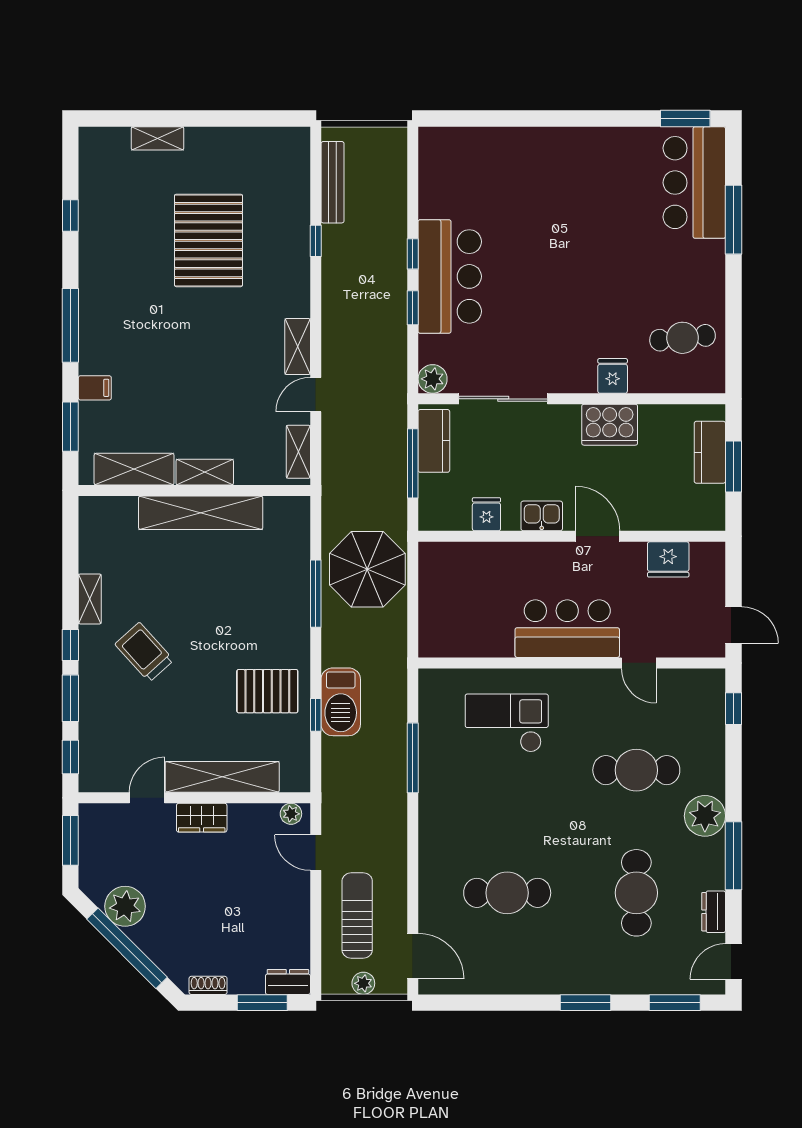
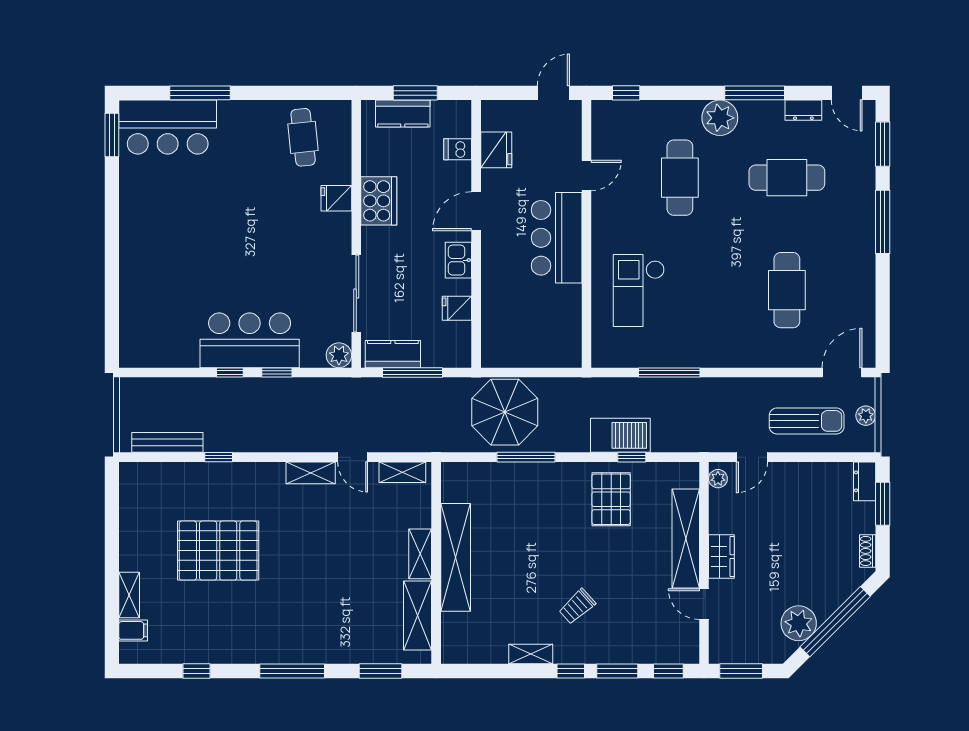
filing cabinet: (95, 388) -> (133, 630), moved, turned 90
dishwasher: (669, 515) -> (458, 149), added
trolley: (144, 652) -> (577, 606), width x0.73, depth x0.72
sun lounger: (357, 915) -> (807, 421), turned 180
window: (585, 1003) -> (883, 222), width x1.44

